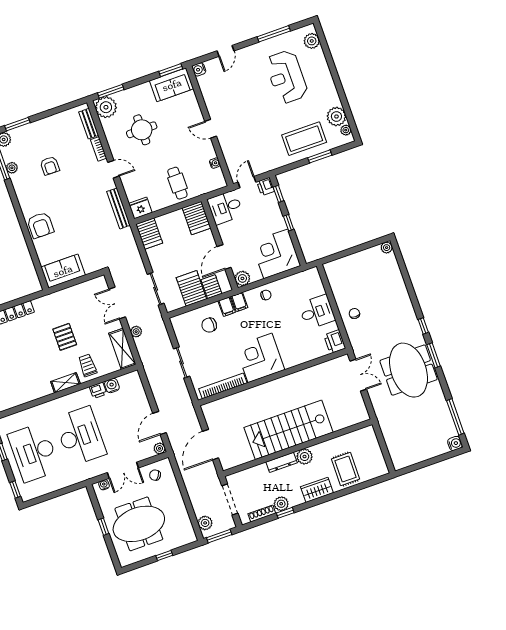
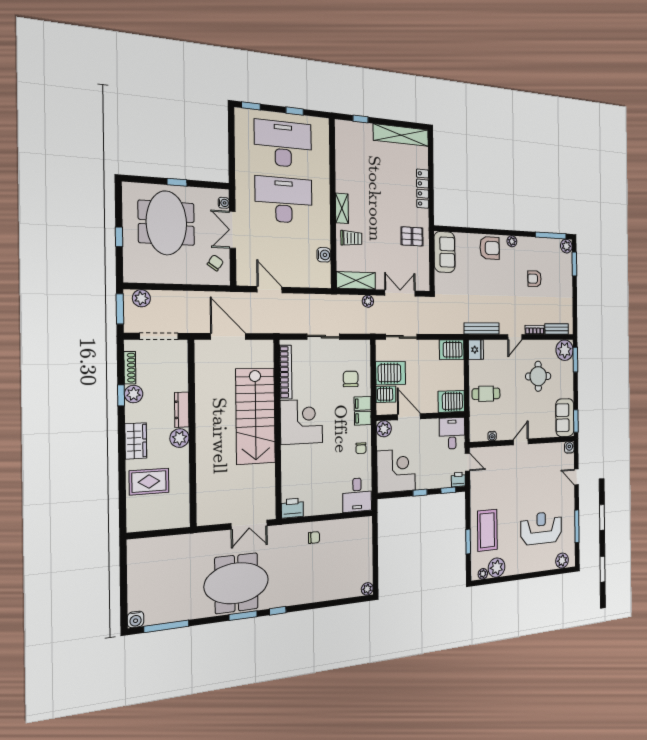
plant: (12, 168) -> (512, 241), moved
armchair: (40, 225) -> (490, 248), turned 180
desk: (317, 312) -> (357, 495), moved
pallet: (65, 337) -> (412, 236), moved
printer: (98, 390) -> (324, 238), removed
stairs: (289, 430) -> (255, 416), moved, turned 180
desk: (80, 436) -> (284, 200), turned 180
plant: (160, 448) -> (243, 279), removed

